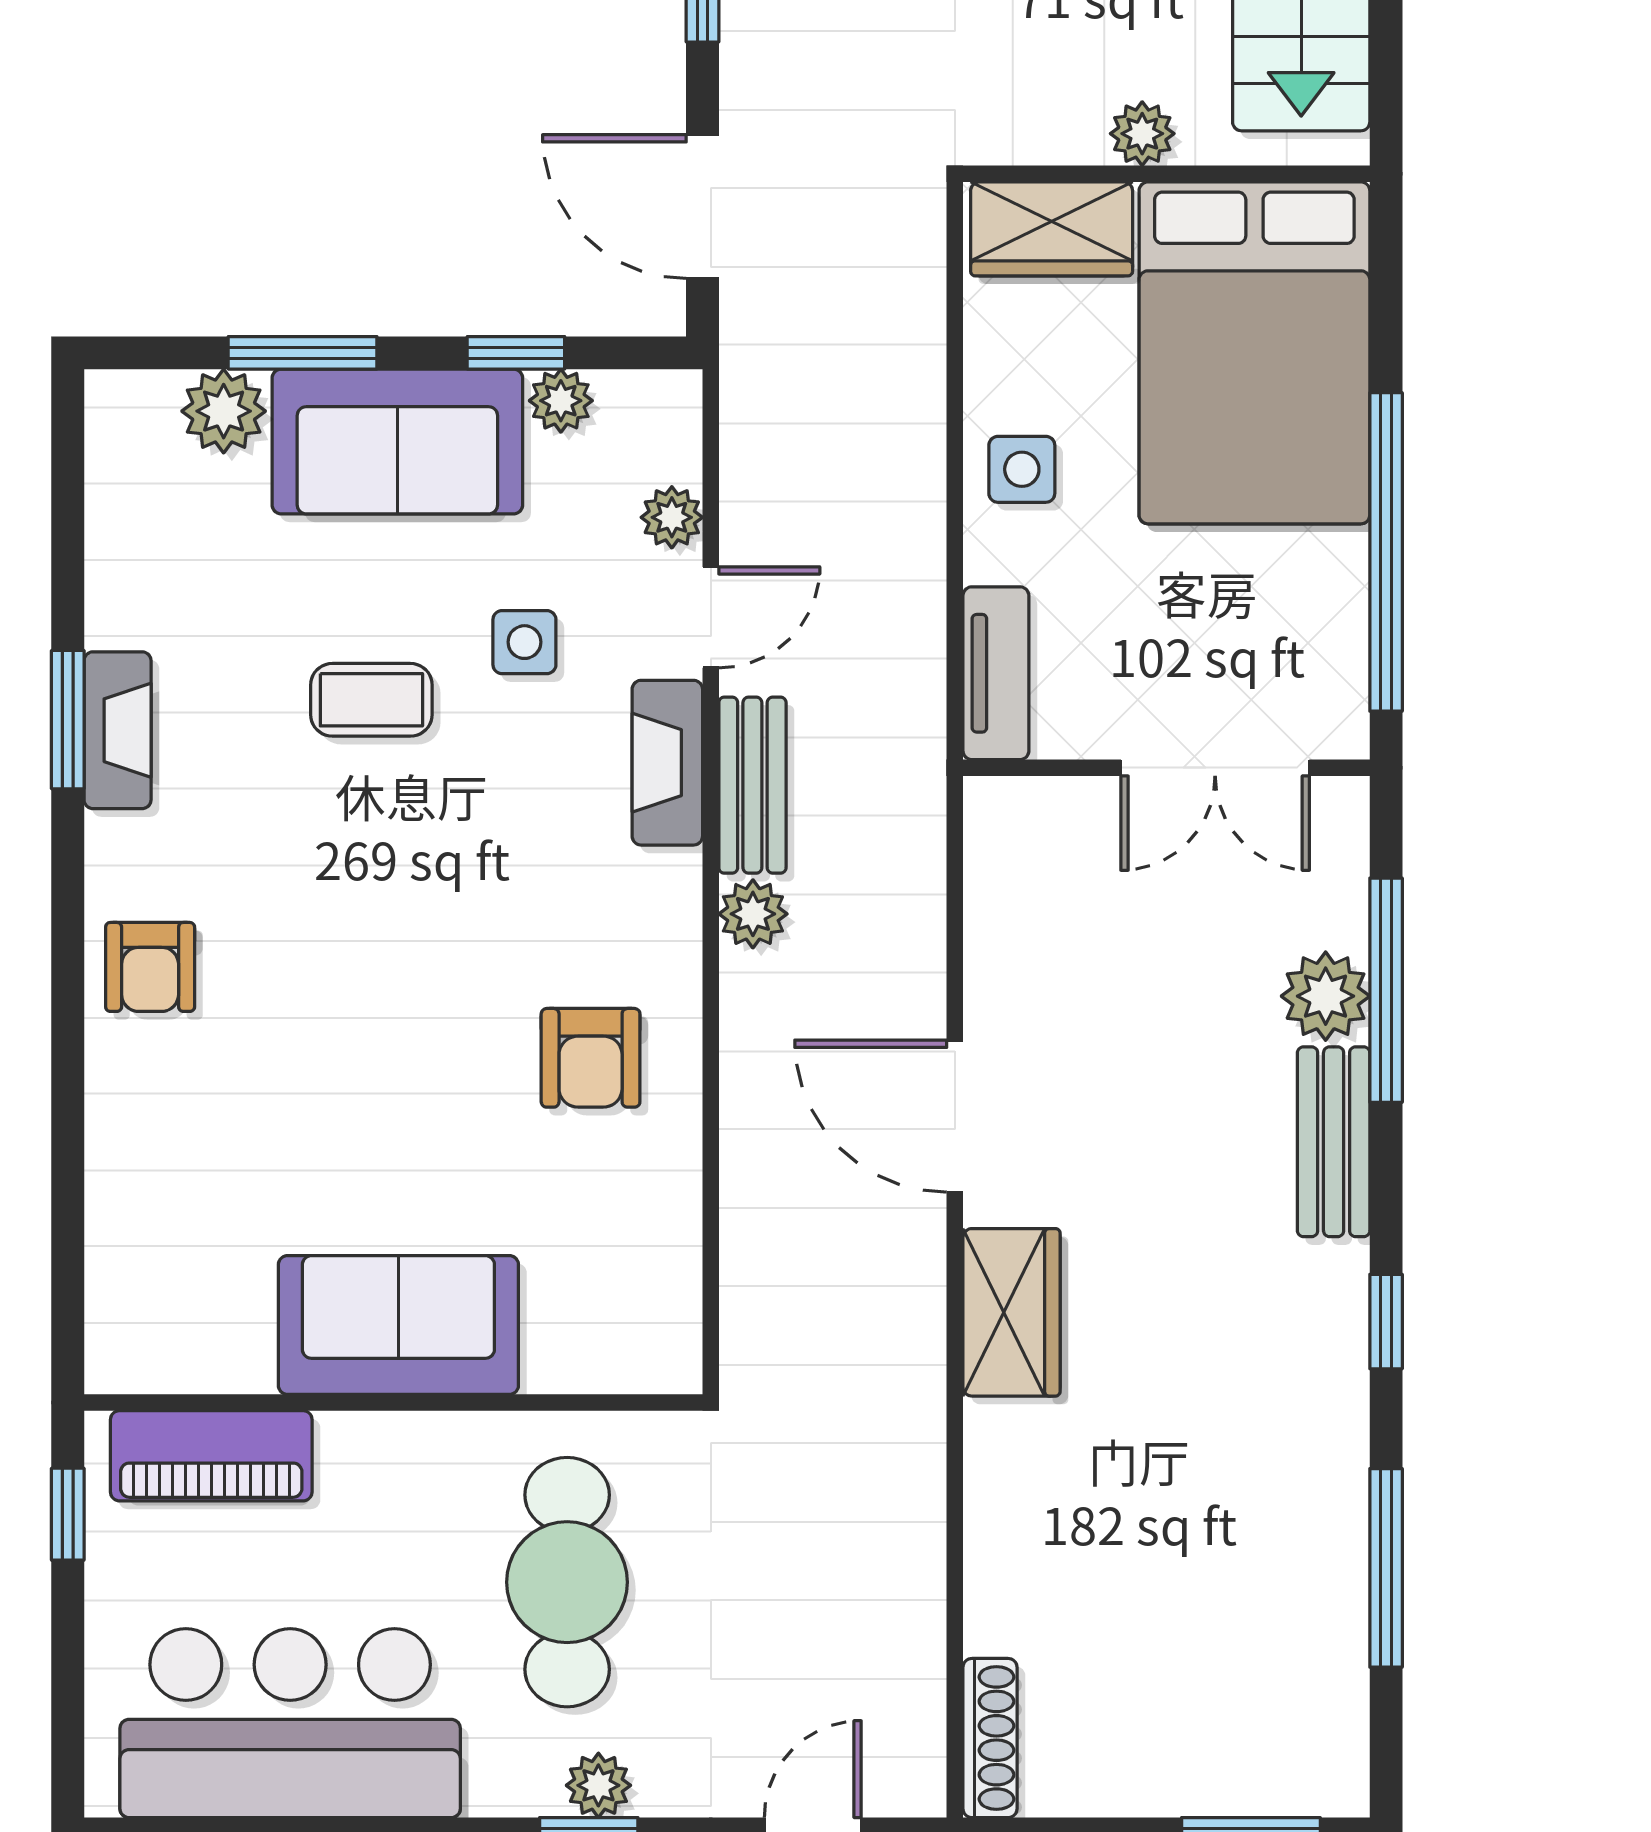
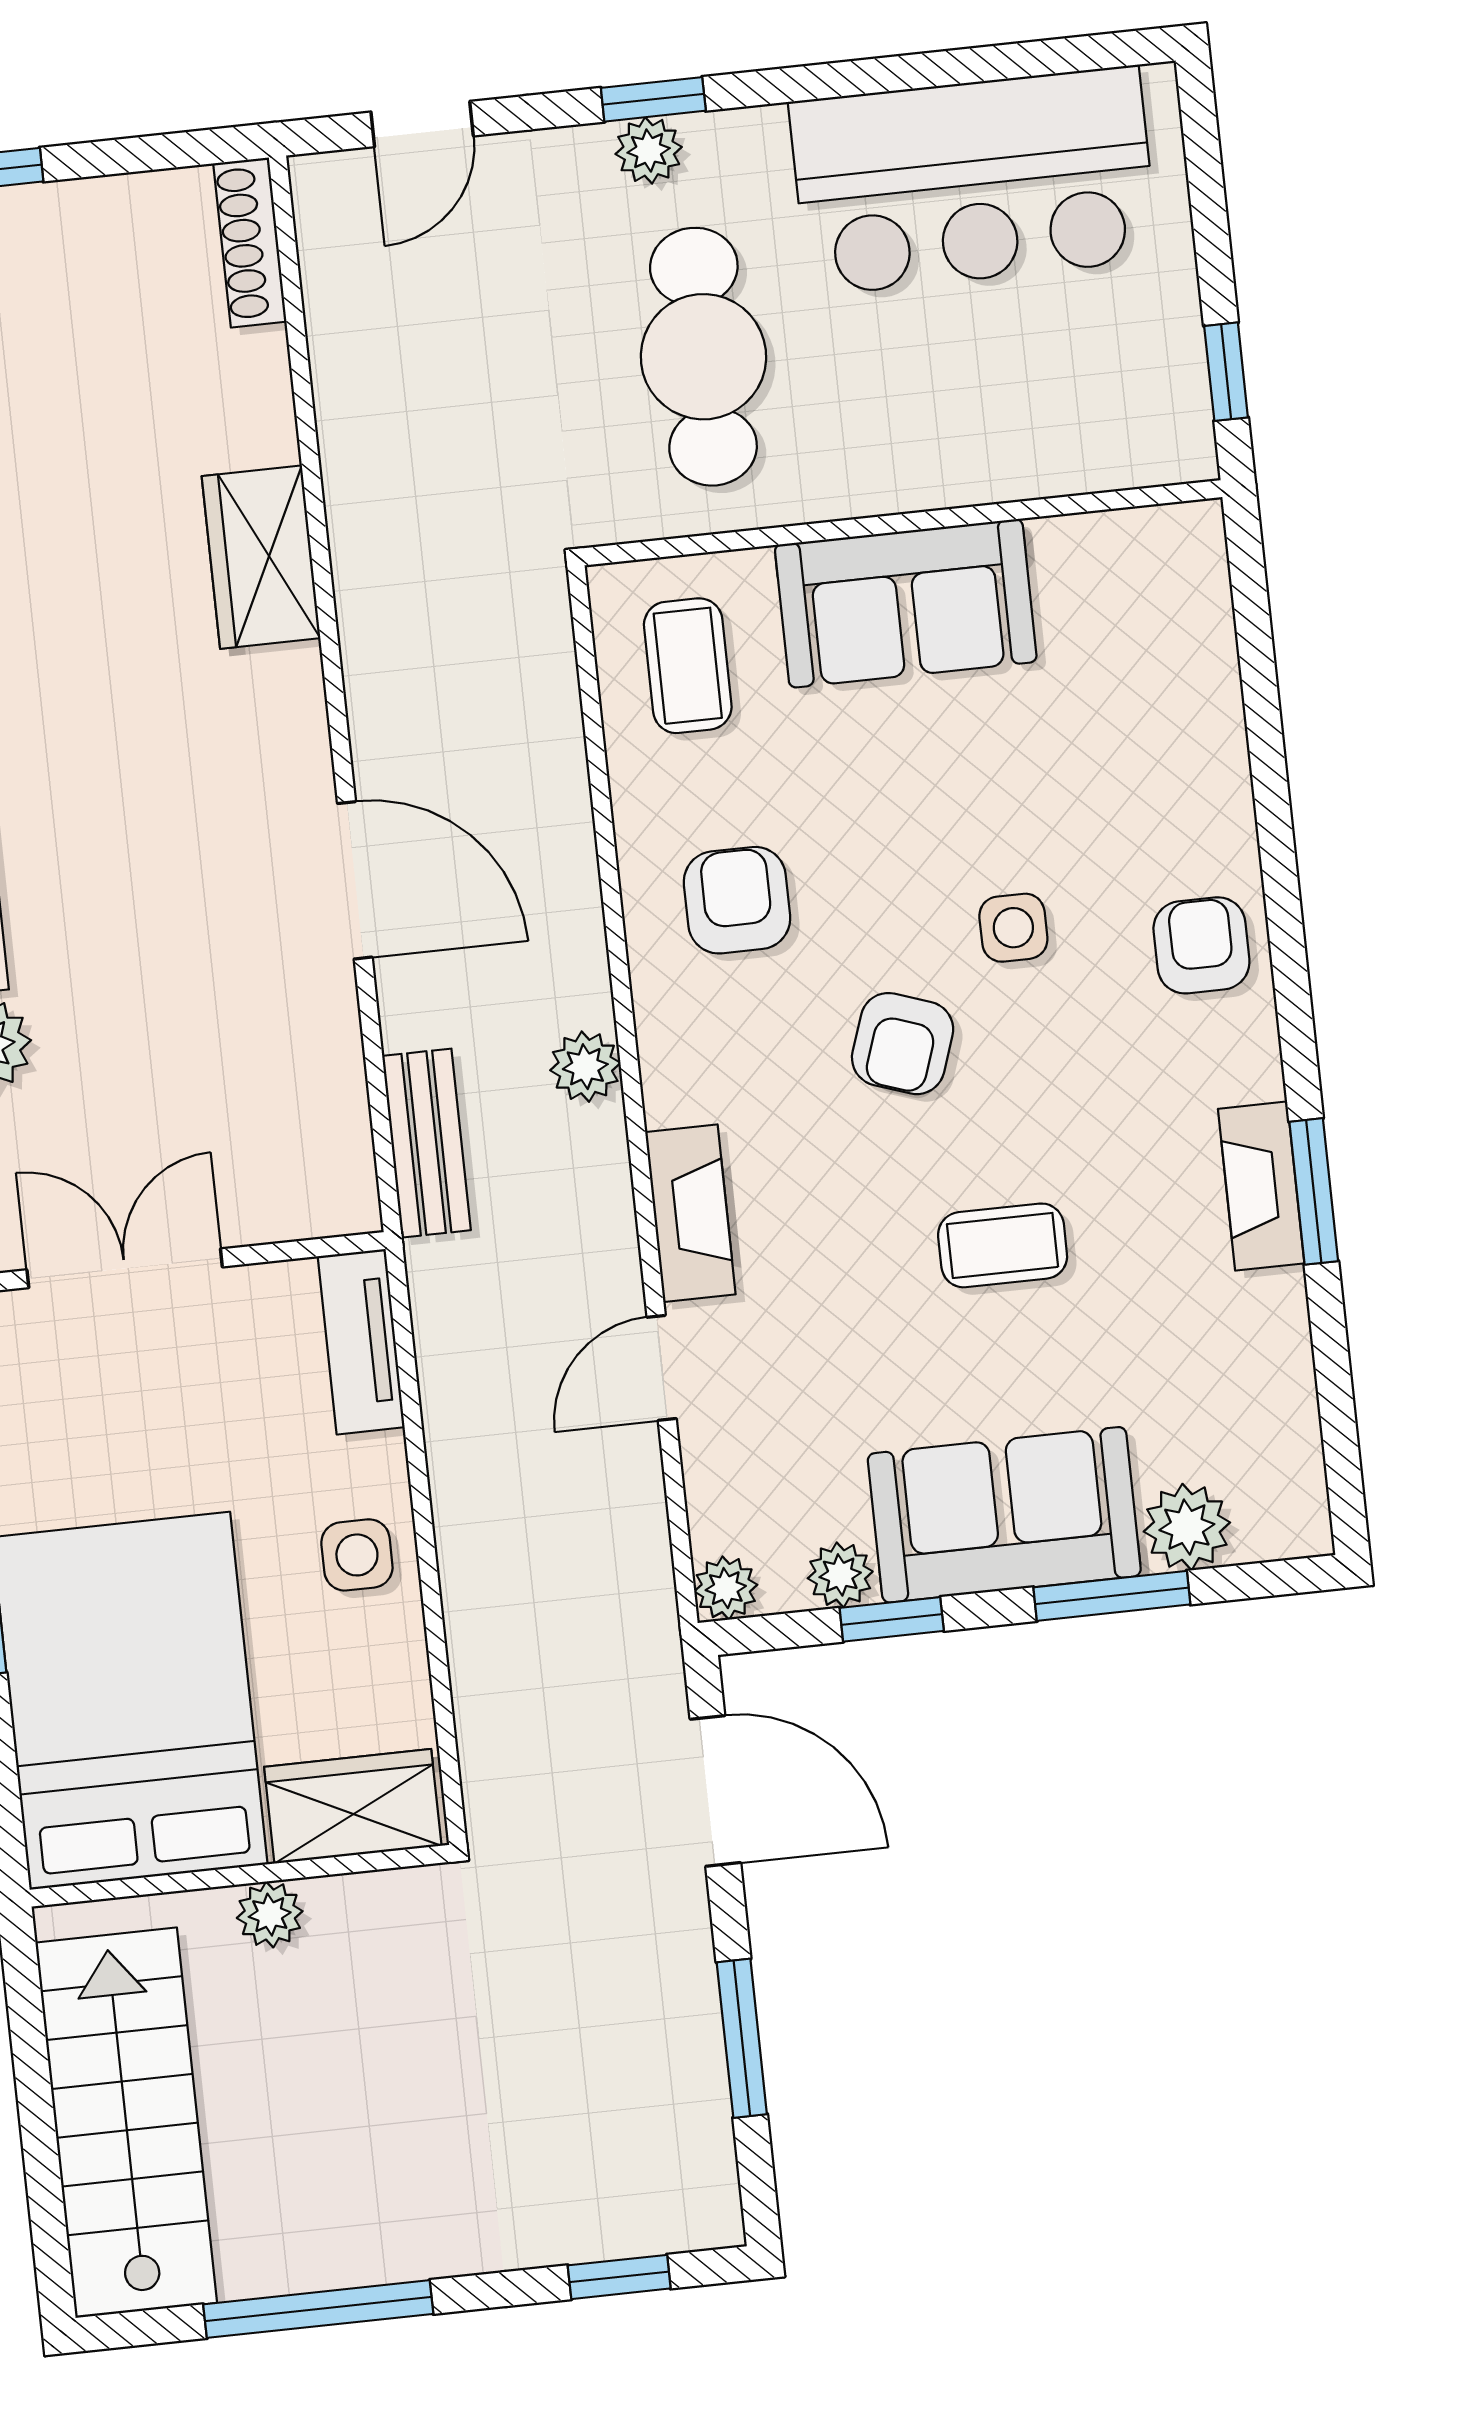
plant: (672, 517) -> (726, 1588), moved
side table: (524, 642) -> (1013, 928), moved
bench: (752, 785) -> (426, 1143), moved
armchair: (447, 903) -> (903, 1044), added
coffee table: (614, 1288) -> (688, 666), added
wardrobe: (1012, 1312) -> (261, 557), moved
piano: (211, 1456) -> (1084, 448), removed

